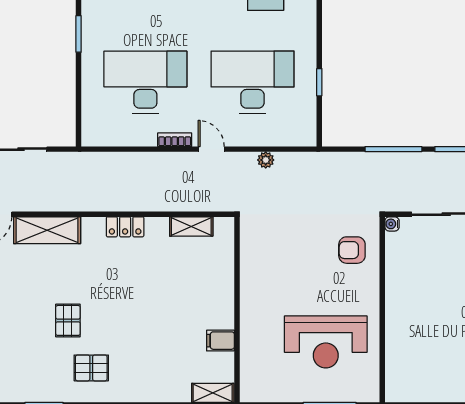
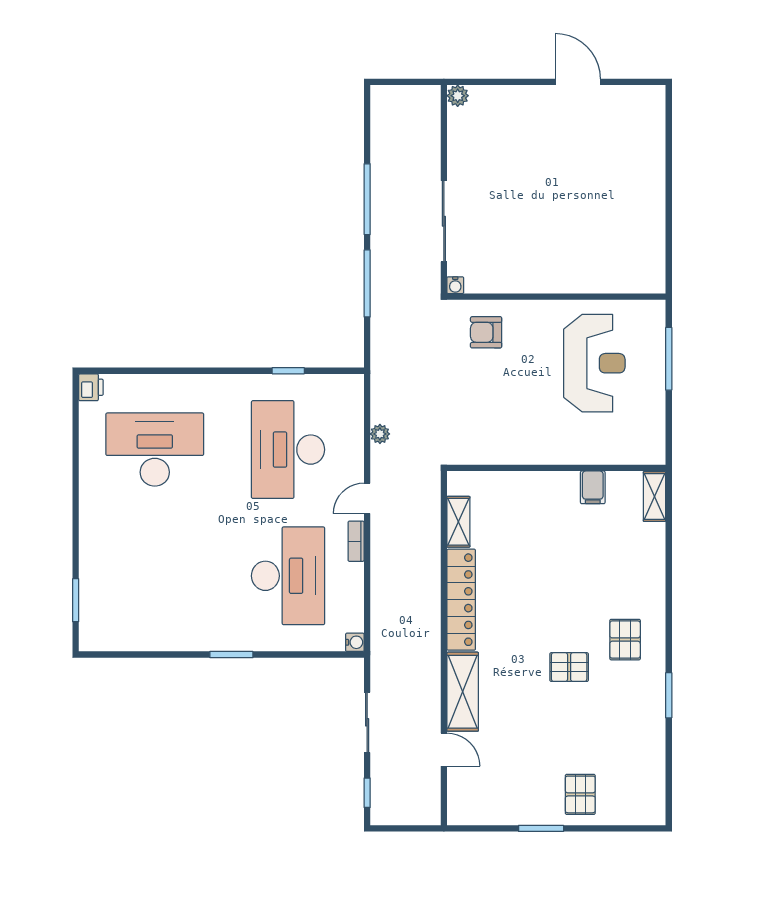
desk: (145, 82) -> (288, 576), turned 180
water cooler: (89, 139) -> (355, 642), added
locker: (125, 227) -> (461, 600), width x2.16, depth x1.21
armchair: (352, 250) -> (486, 332), turned 90

